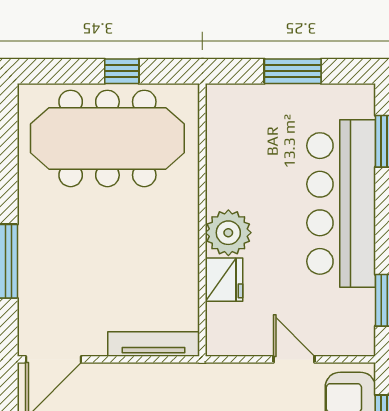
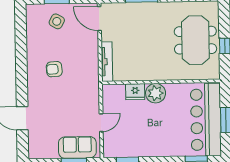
meeting table: (107, 138) -> (195, 40), width x0.73
bar counter: (341, 203) -> (206, 120), moved, turned -90

